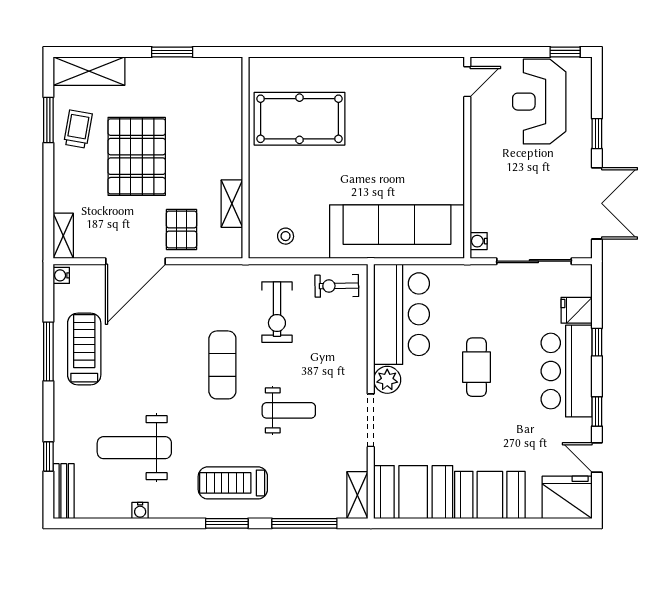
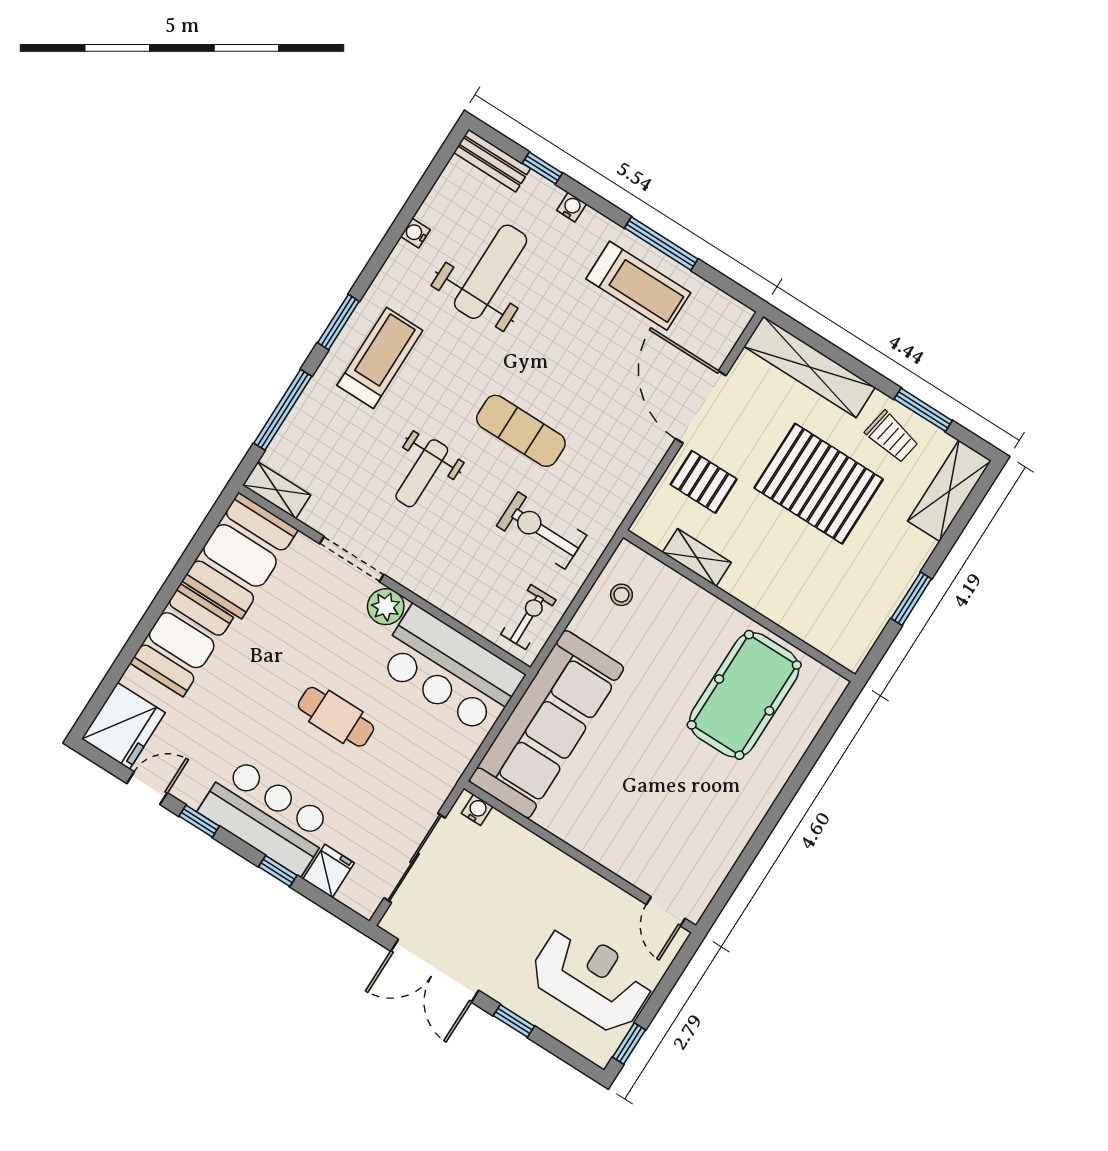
shelving: (63, 236) -> (810, 367), width x2.20, depth x1.33
water cooler: (61, 275) -> (572, 207), moved

